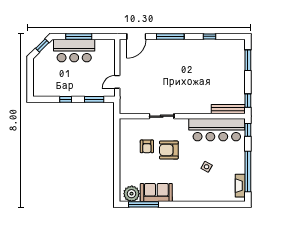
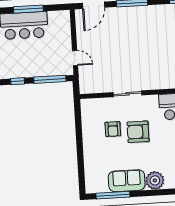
door: (117, 82) -> (75, 58), swing flipped
window: (94, 99) -> (50, 79), width x1.44
plant: (132, 194) -> (155, 180), moved

